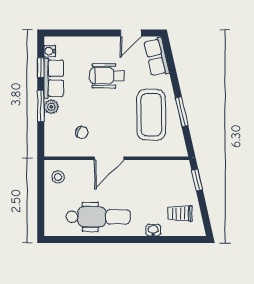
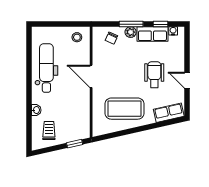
door: (131, 33) -> (187, 80), moved
window: (182, 112) -> (127, 132), removed
chair: (82, 132) -> (111, 38), moved
dental chair: (98, 217) -> (46, 68), turned 180

